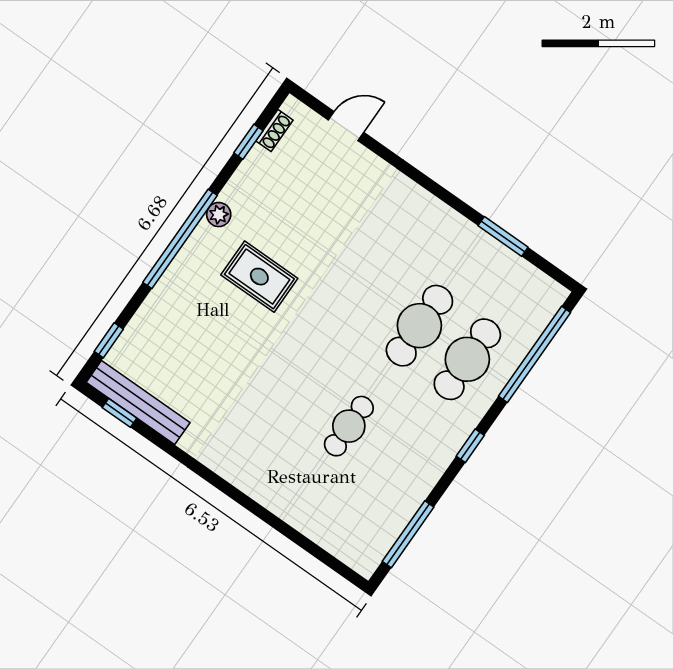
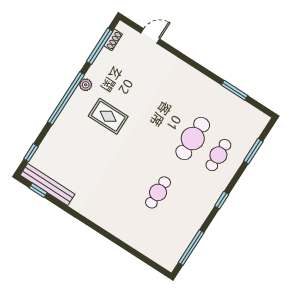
window: (248, 142) -> (100, 46), width x2.17
window: (534, 354) -> (253, 151), width x0.47
cafe table: (467, 359) -> (218, 155), width x0.73, depth x0.74

